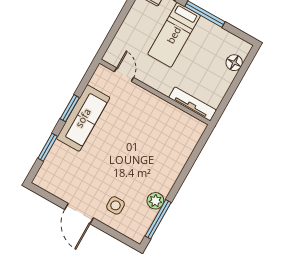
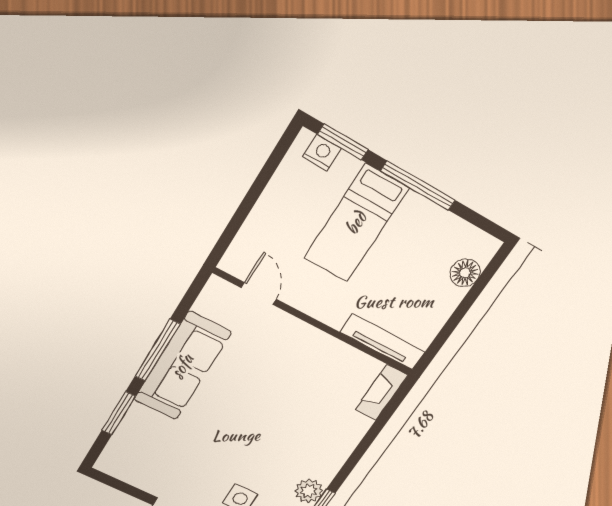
window: (70, 108) -> (157, 350), width x1.44
fireplace: (194, 136) -> (381, 393), added

